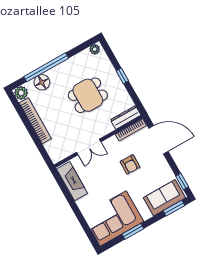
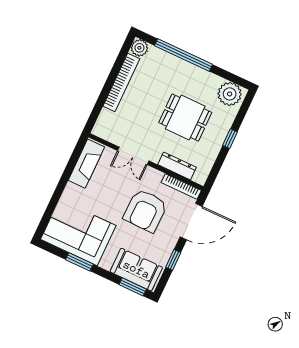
plant: (95, 49) -> (230, 94), width x1.87, depth x1.87
floor lamp: (42, 82) -> (165, 61), removed
dresser: (126, 117) -> (177, 166), moved
door: (159, 140) -> (191, 222), hinge flipped
armchair: (130, 164) -> (145, 211), width x1.88, depth x1.88
window: (182, 181) -> (173, 260), moved

